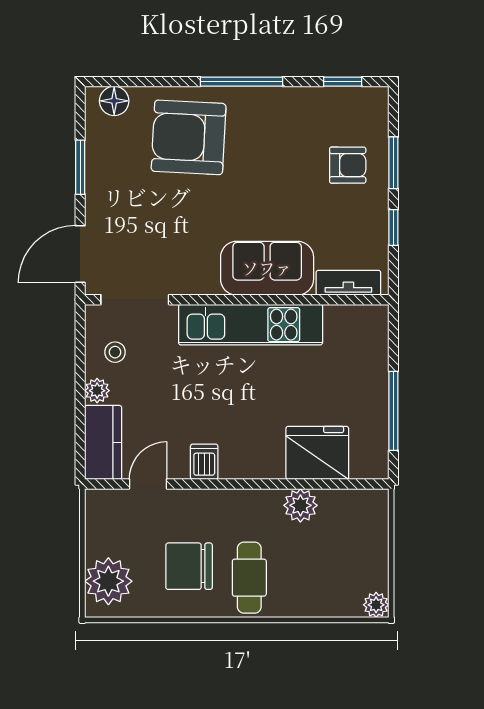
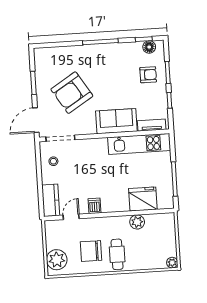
floor lamp: (114, 101) -> (149, 47), moved
armchair: (189, 137) -> (72, 93), moved, turned -35
kitchen unit: (251, 325) -> (139, 144), moved
plant: (97, 391) -> (47, 178), removed

